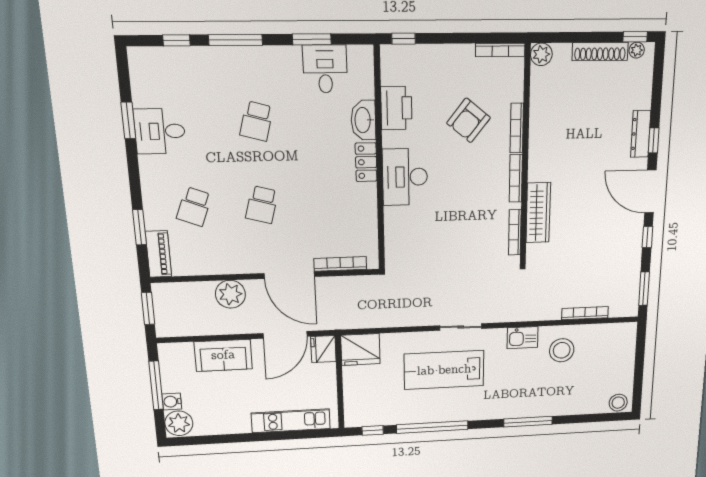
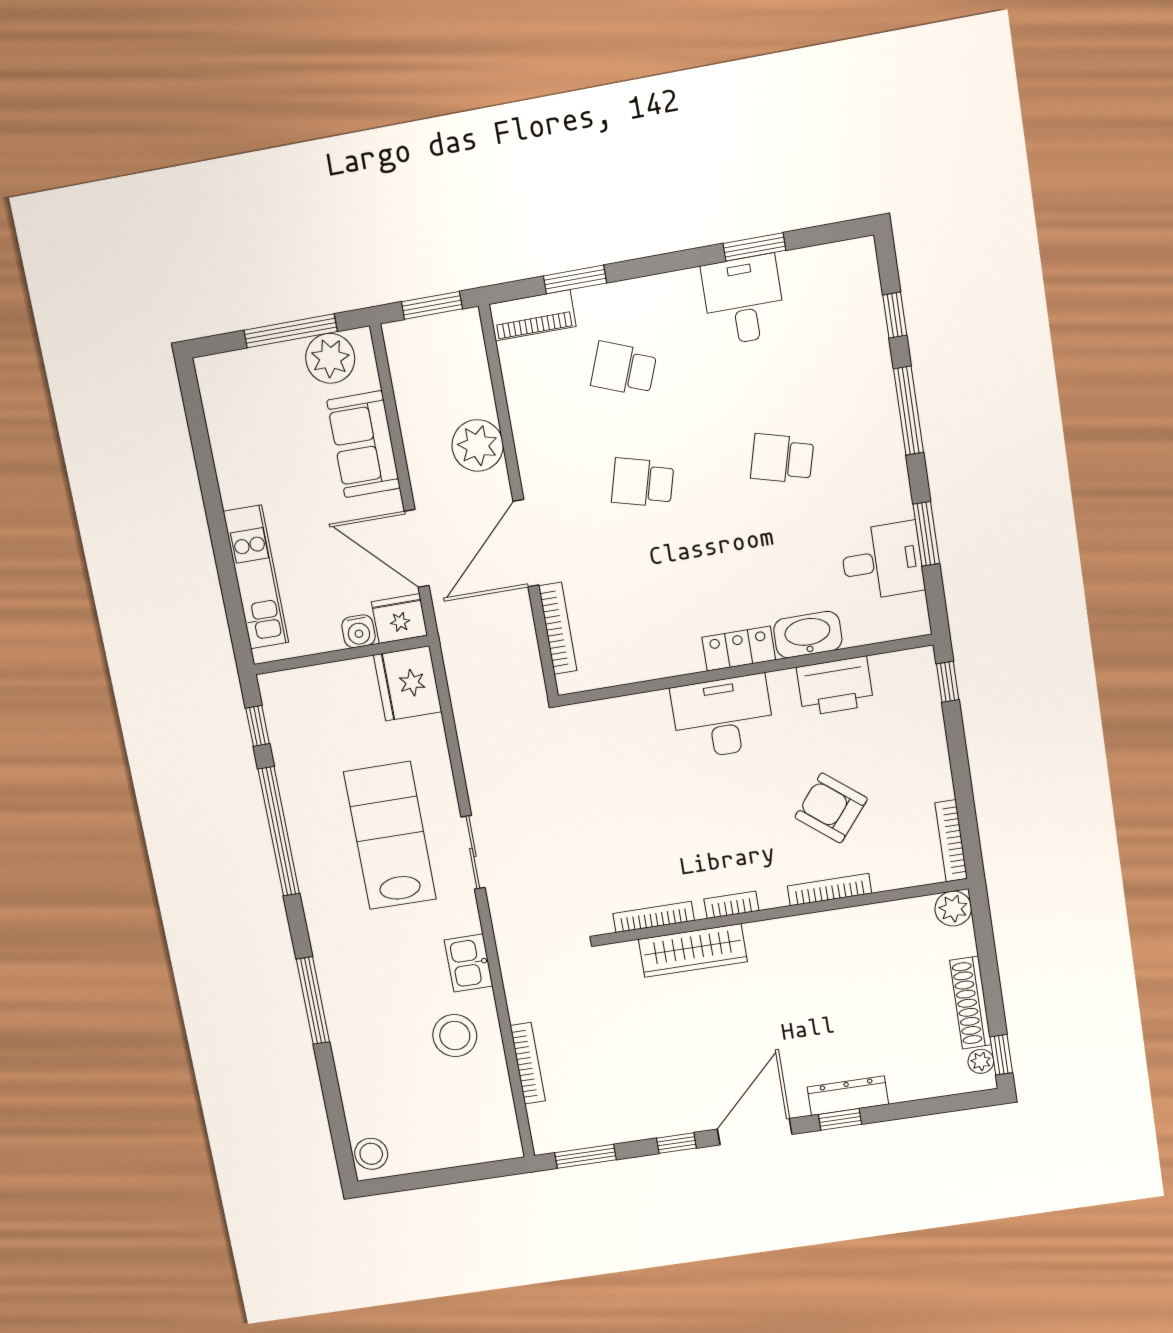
bookcase: (516, 178) -> (731, 905), width x0.64
water cooler: (172, 402) -> (358, 631), moved, turned 180
plant: (179, 423) -> (330, 358), moved

